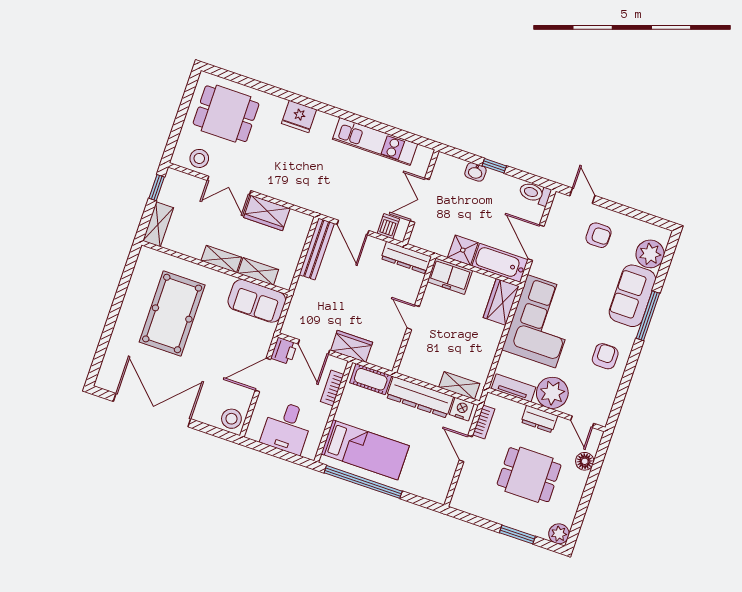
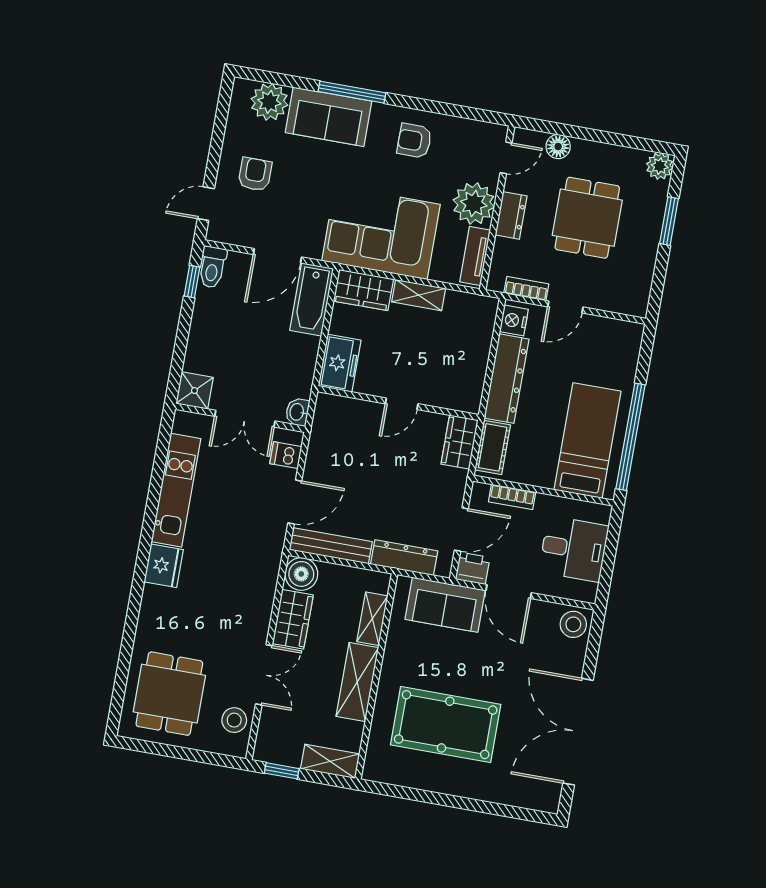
fridge: (299, 117) -> (164, 566), moved
window: (494, 166) -> (192, 282), moved
washbasin: (475, 172) -> (297, 412), moved, turned 180
boiler: (299, 224) -> (301, 574), added
shower: (463, 250) -> (194, 391), moved
dresser: (406, 258) -> (404, 558), moved, turned -90
shelving: (221, 259) -> (357, 682), width x1.50, depth x1.33
sofa: (257, 301) -> (445, 605), moved, turned 90
wardrobe: (352, 346) -> (460, 442), moved
shelving: (459, 385) -> (419, 295), moved, turned 90

